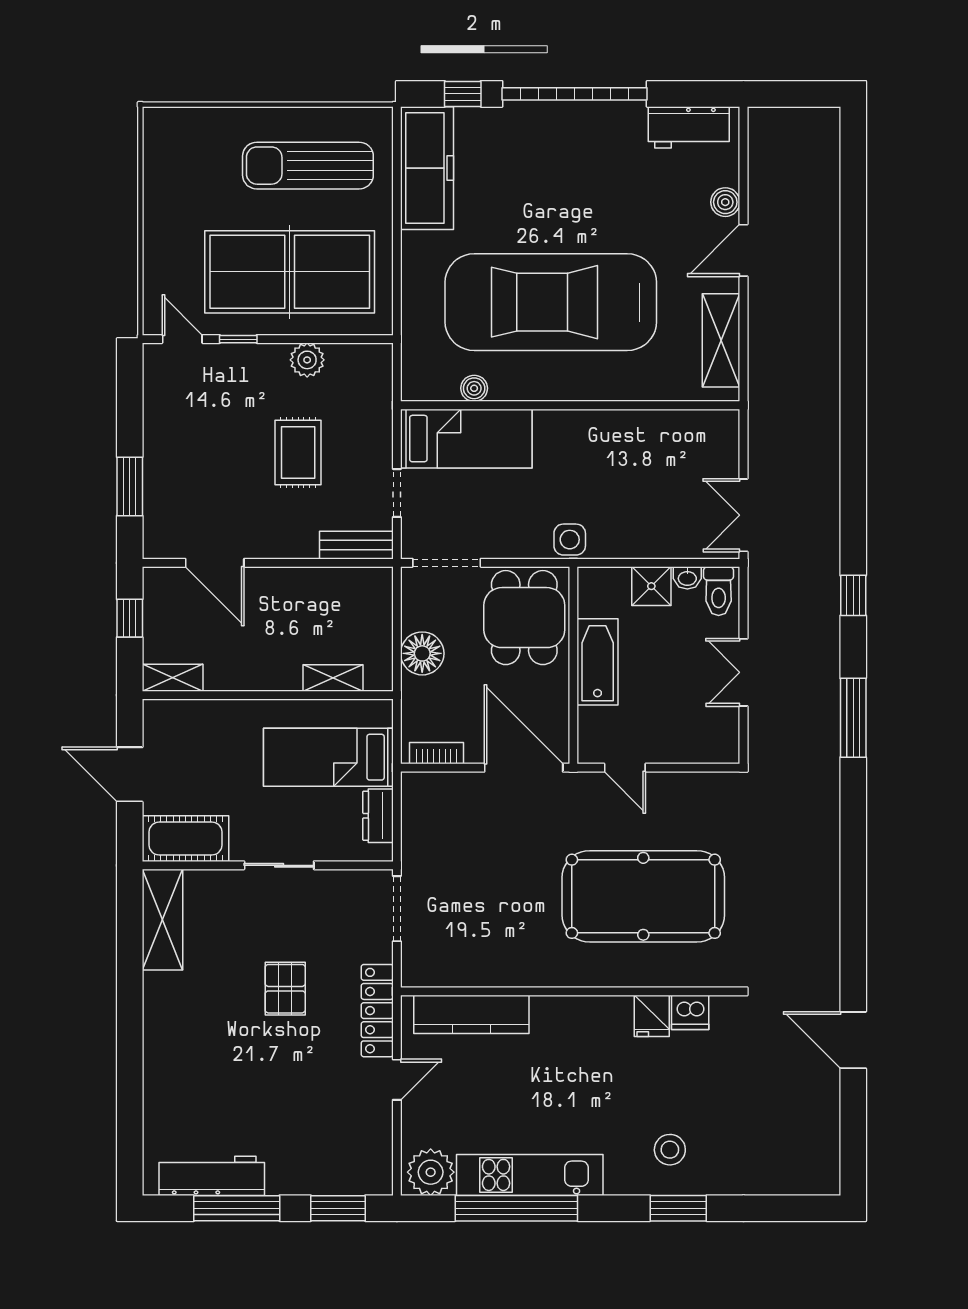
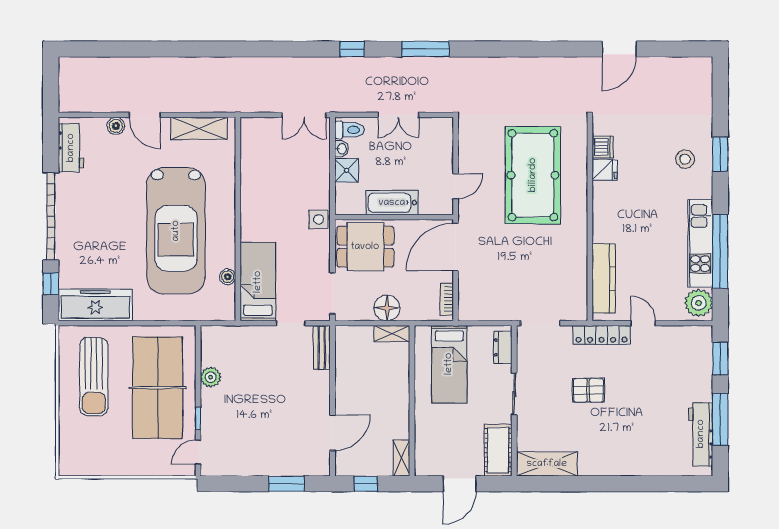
rug: (298, 453) -> (266, 383), removed
shelving: (333, 678) -> (392, 334), moved, turned 90
dresser: (378, 816) -> (503, 347), moved, turned 90

